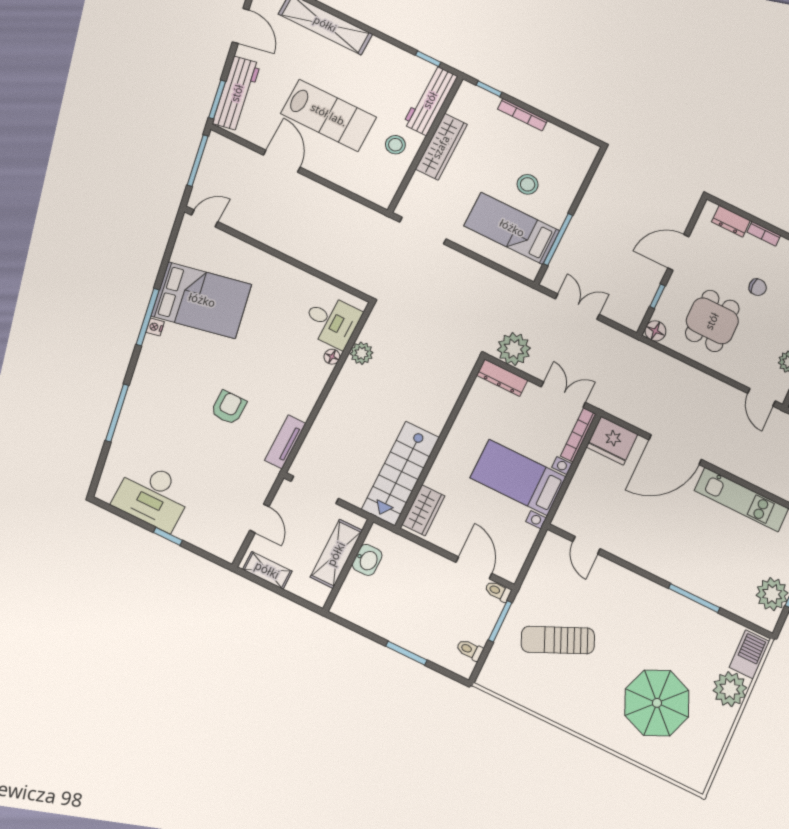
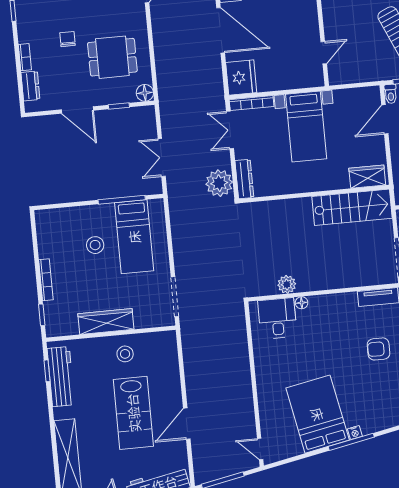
workbench: (430, 100) -> (61, 377), moved, turned -90
lab bench: (329, 115) -> (133, 413), turned 180

